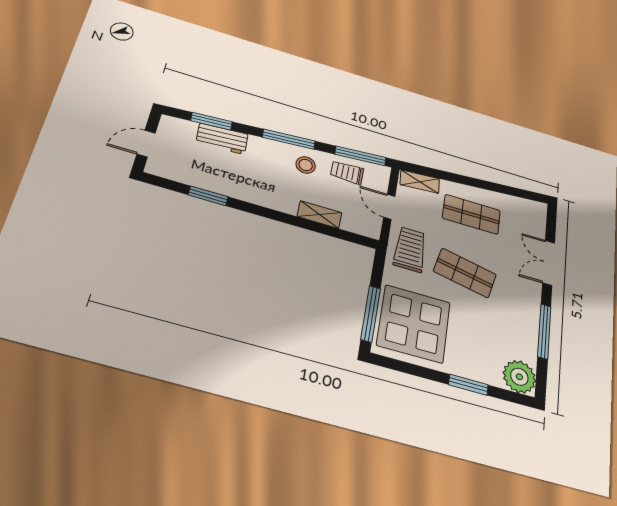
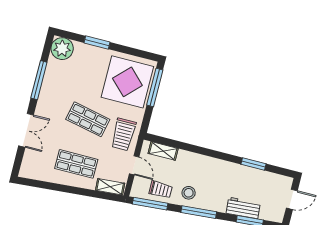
shelving: (319, 215) -> (163, 151), moved

